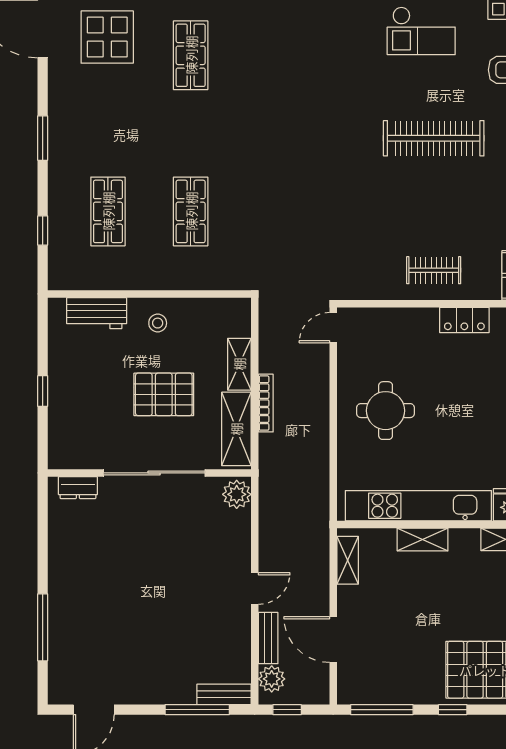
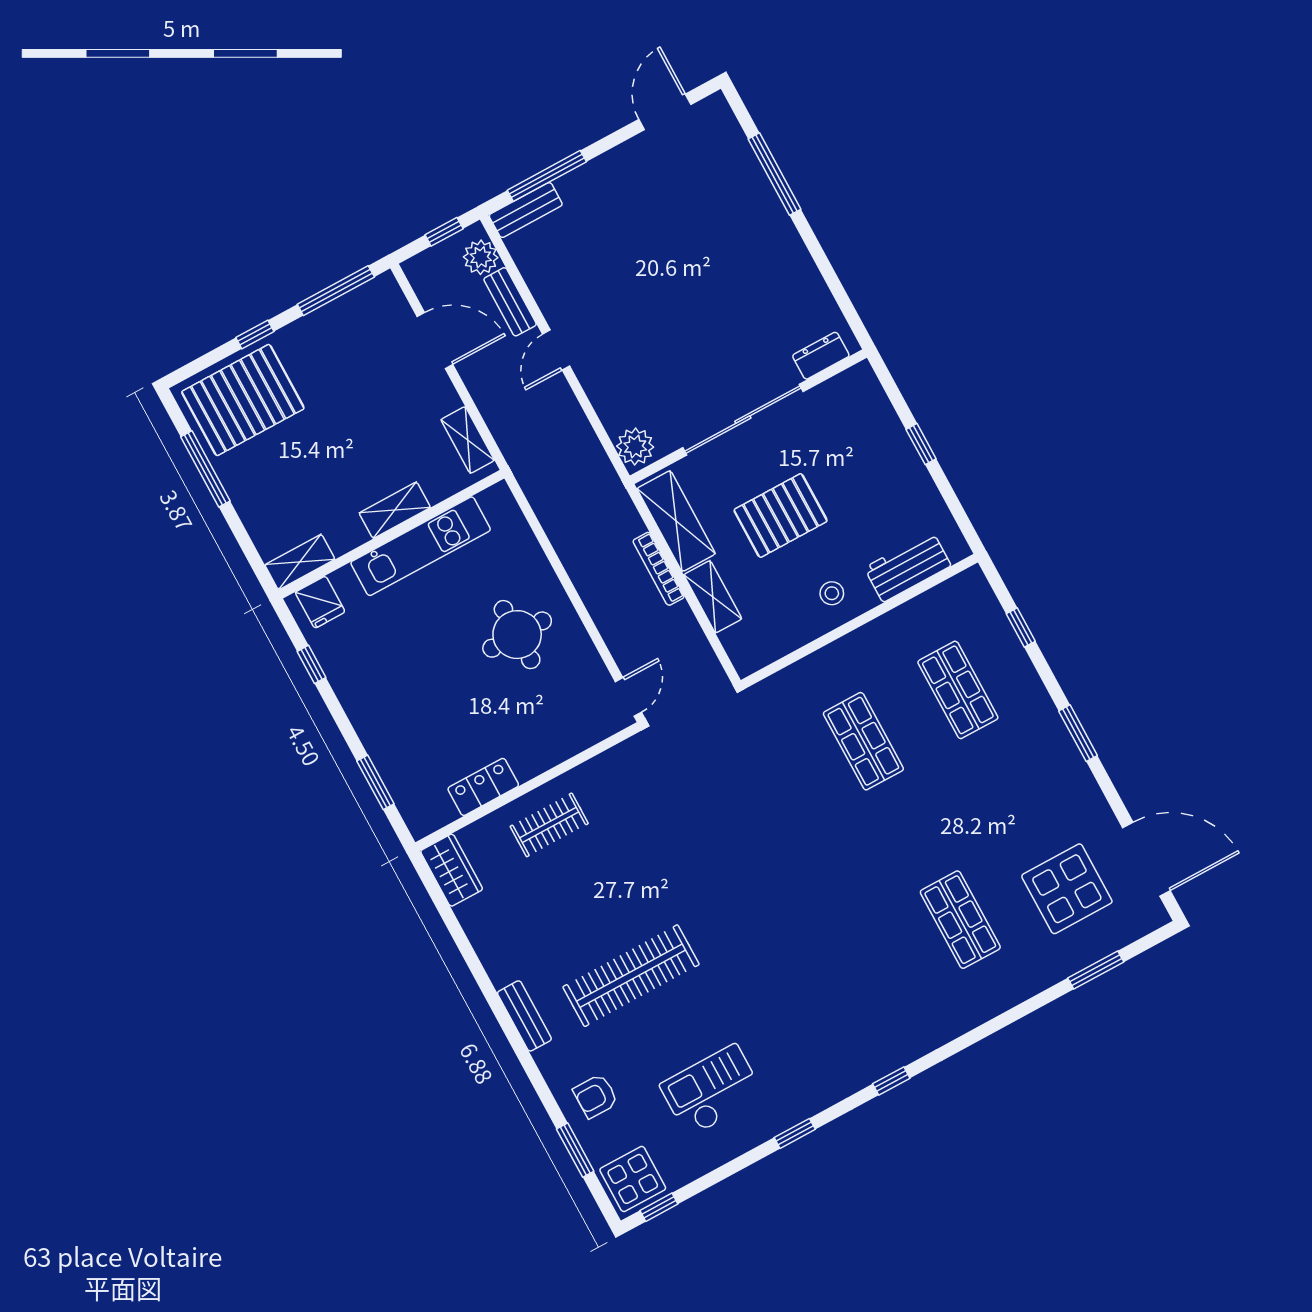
kitchen unit: (418, 506) -> (421, 546), width x0.73

